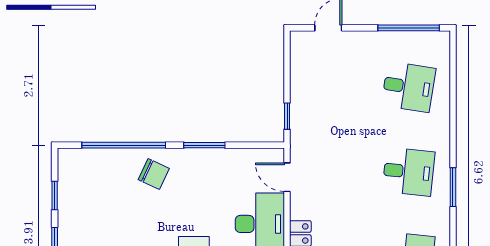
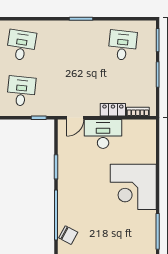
desk: (408, 172) -> (21, 91), moved
chair: (154, 174) -> (68, 235), moved, turned 93

